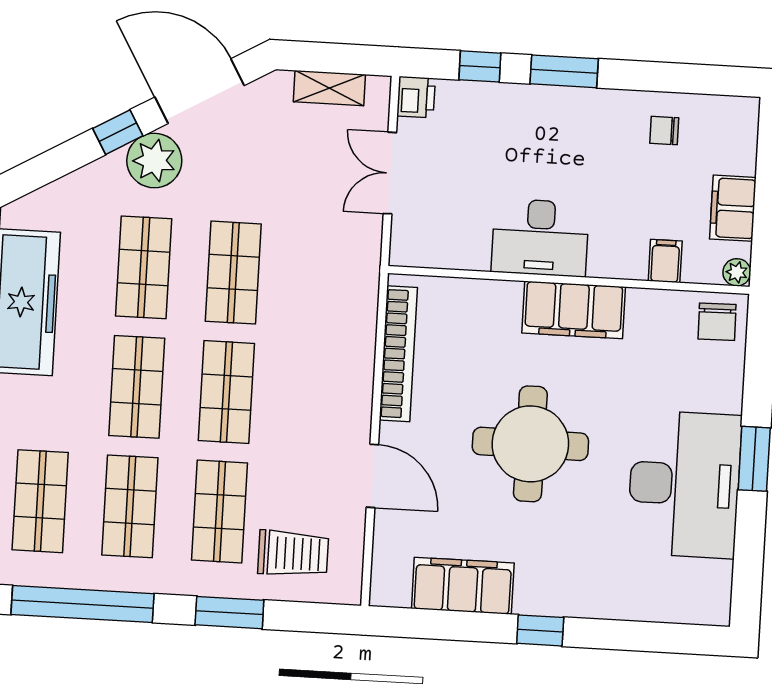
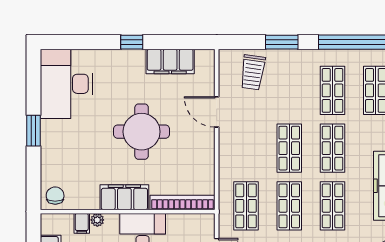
plant: (737, 272) -> (97, 220), moved
bookcase: (398, 354) -> (183, 202), moved, turned 90
desk: (684, 484) -> (66, 84), moved
shop shelf: (219, 512) -> (246, 206), moved
trolley: (293, 553) -> (253, 72), turned -82

